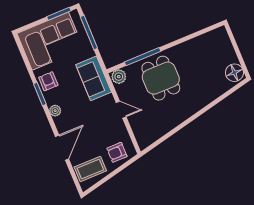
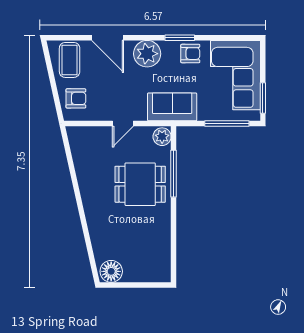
plant: (55, 111) -> (147, 54), width x1.87, depth x1.87
armchair: (117, 152) -> (76, 98), turned 90

